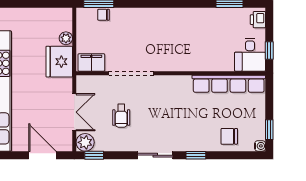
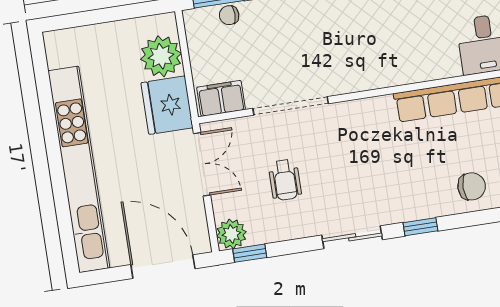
plant: (66, 38) -> (161, 56), width x1.88, depth x1.88
double door: (74, 112) -> (202, 164), moved
chair: (229, 136) -> (472, 186), turned 180
door: (42, 155) -> (163, 267), width x1.36

